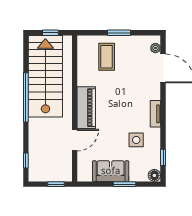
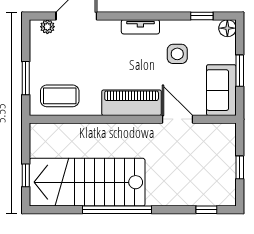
wall: (75, 108) -> (133, 119), moved
piano: (86, 108) -> (132, 103), moved
door: (75, 140) -> (178, 119), moved

